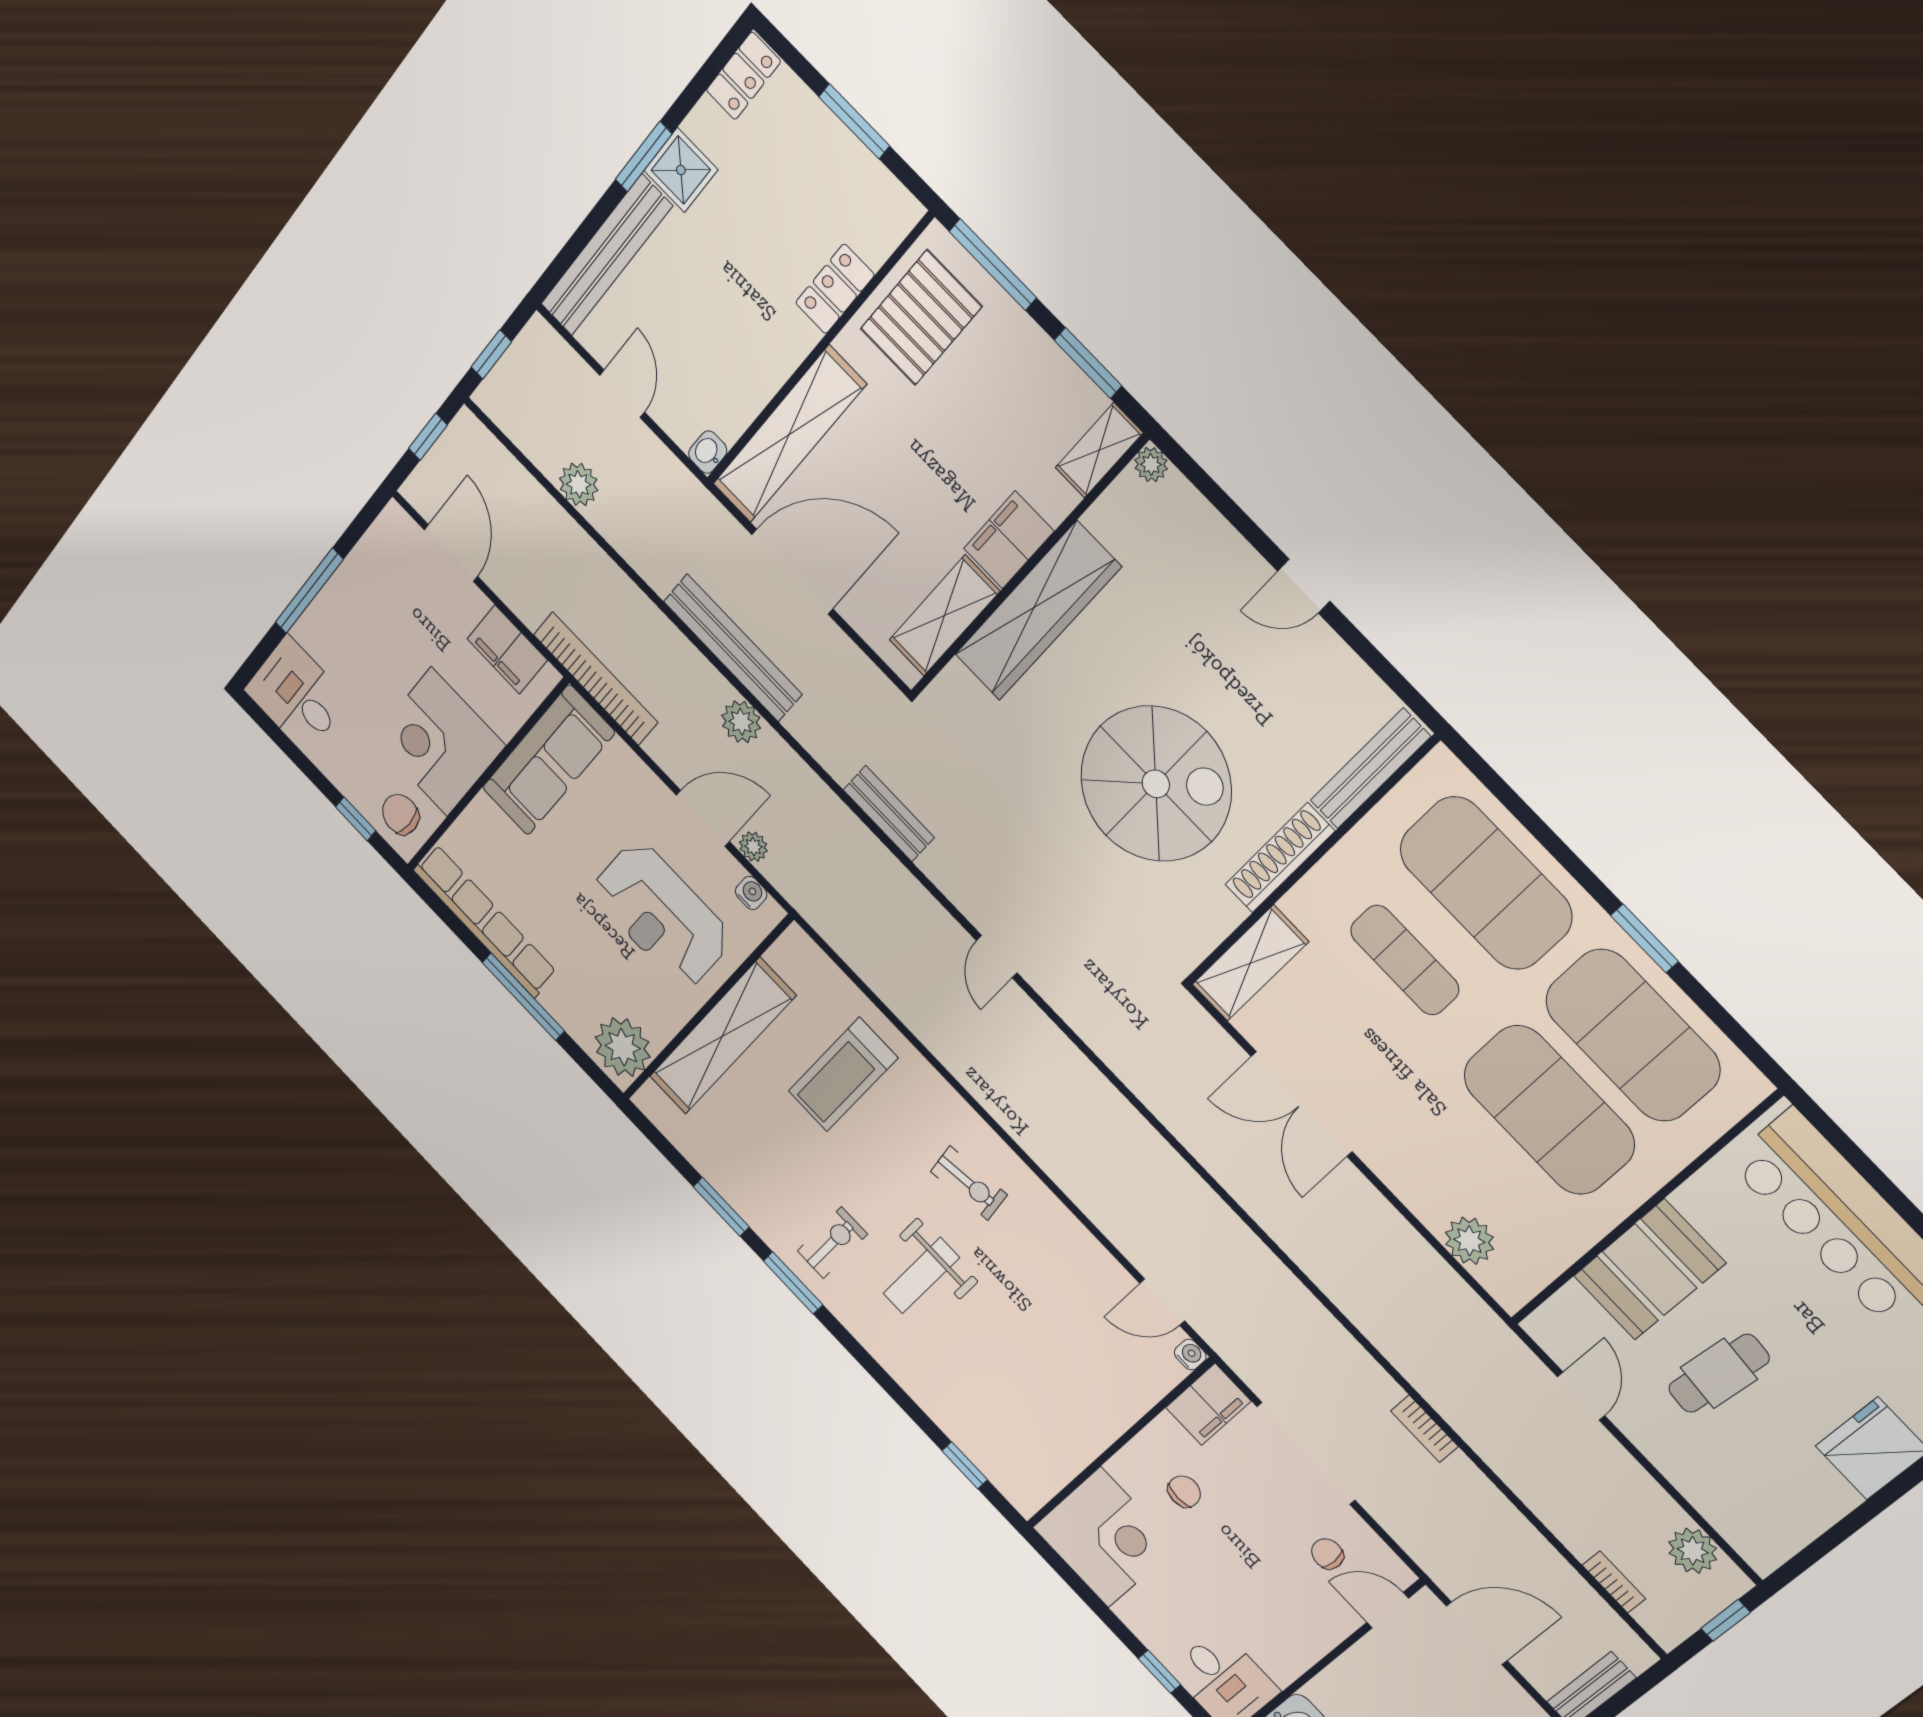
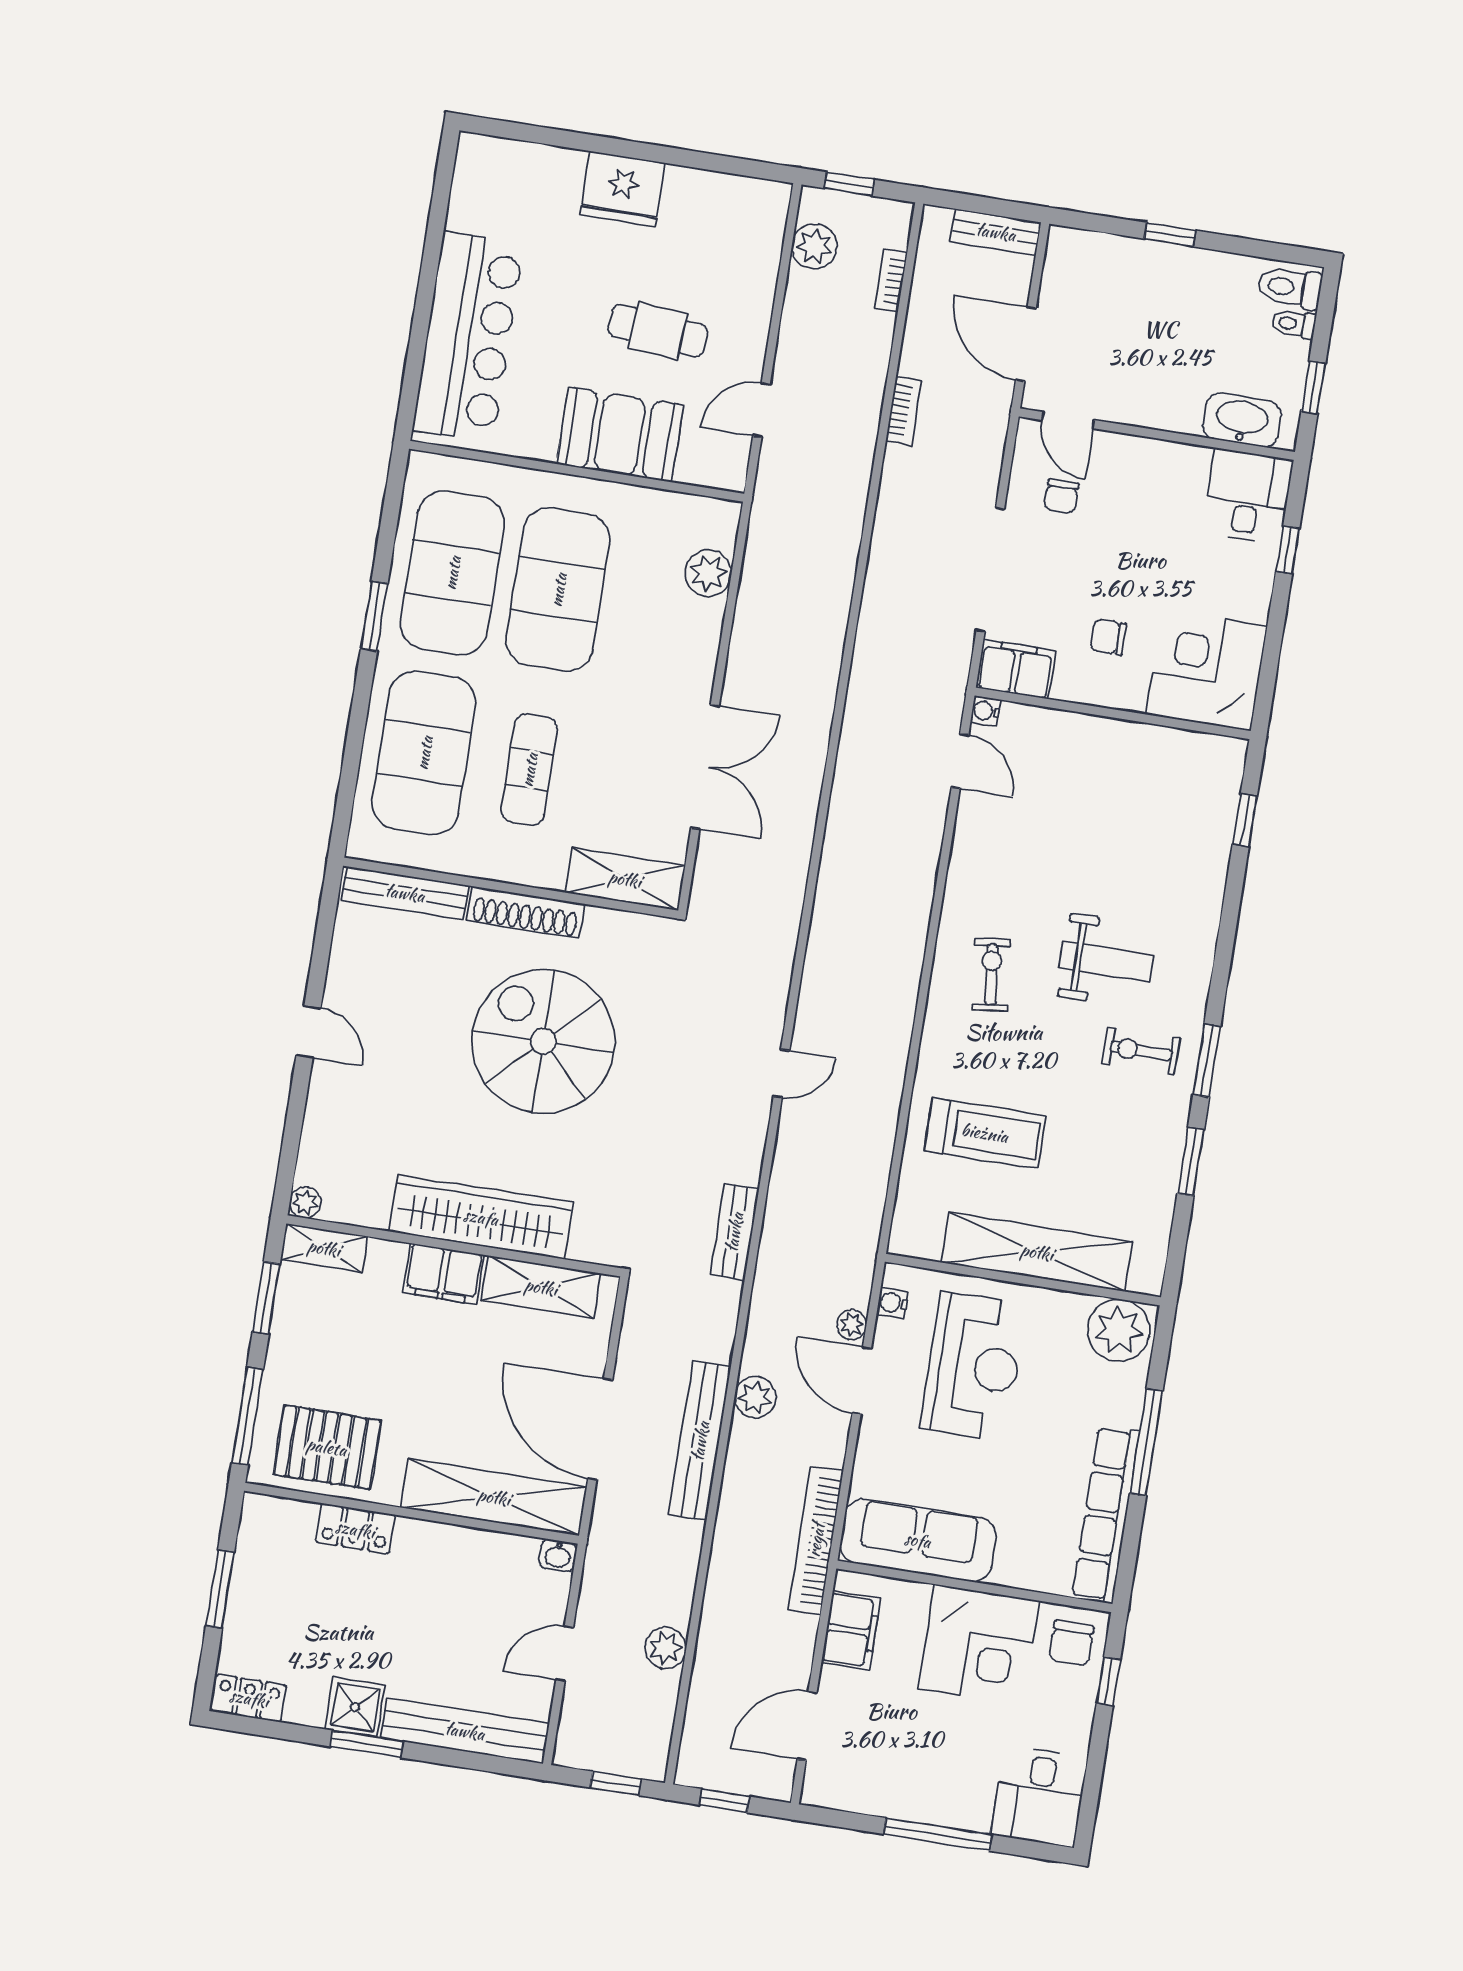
bookcase: (1424, 1429) -> (904, 410), moved

